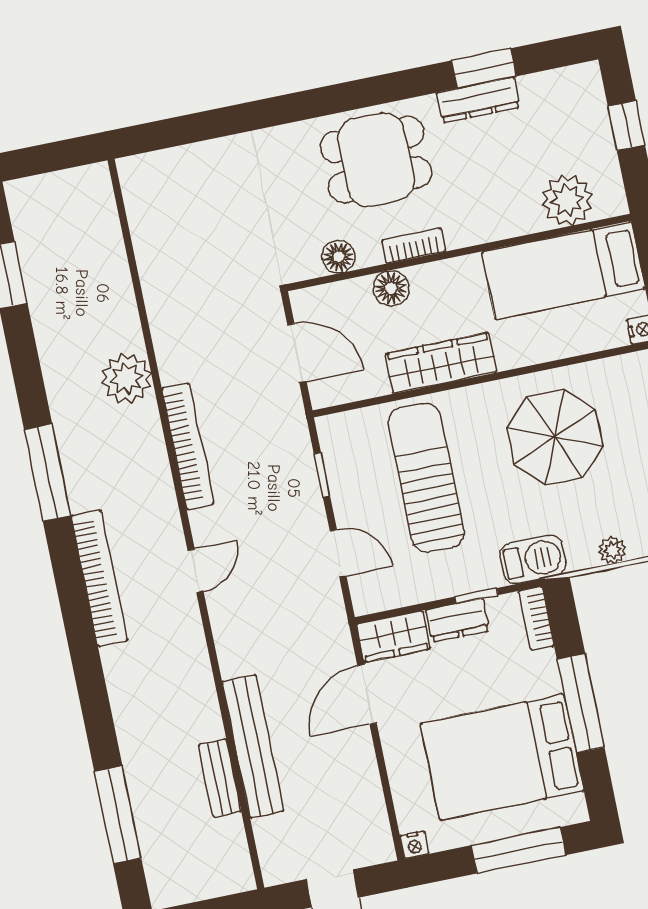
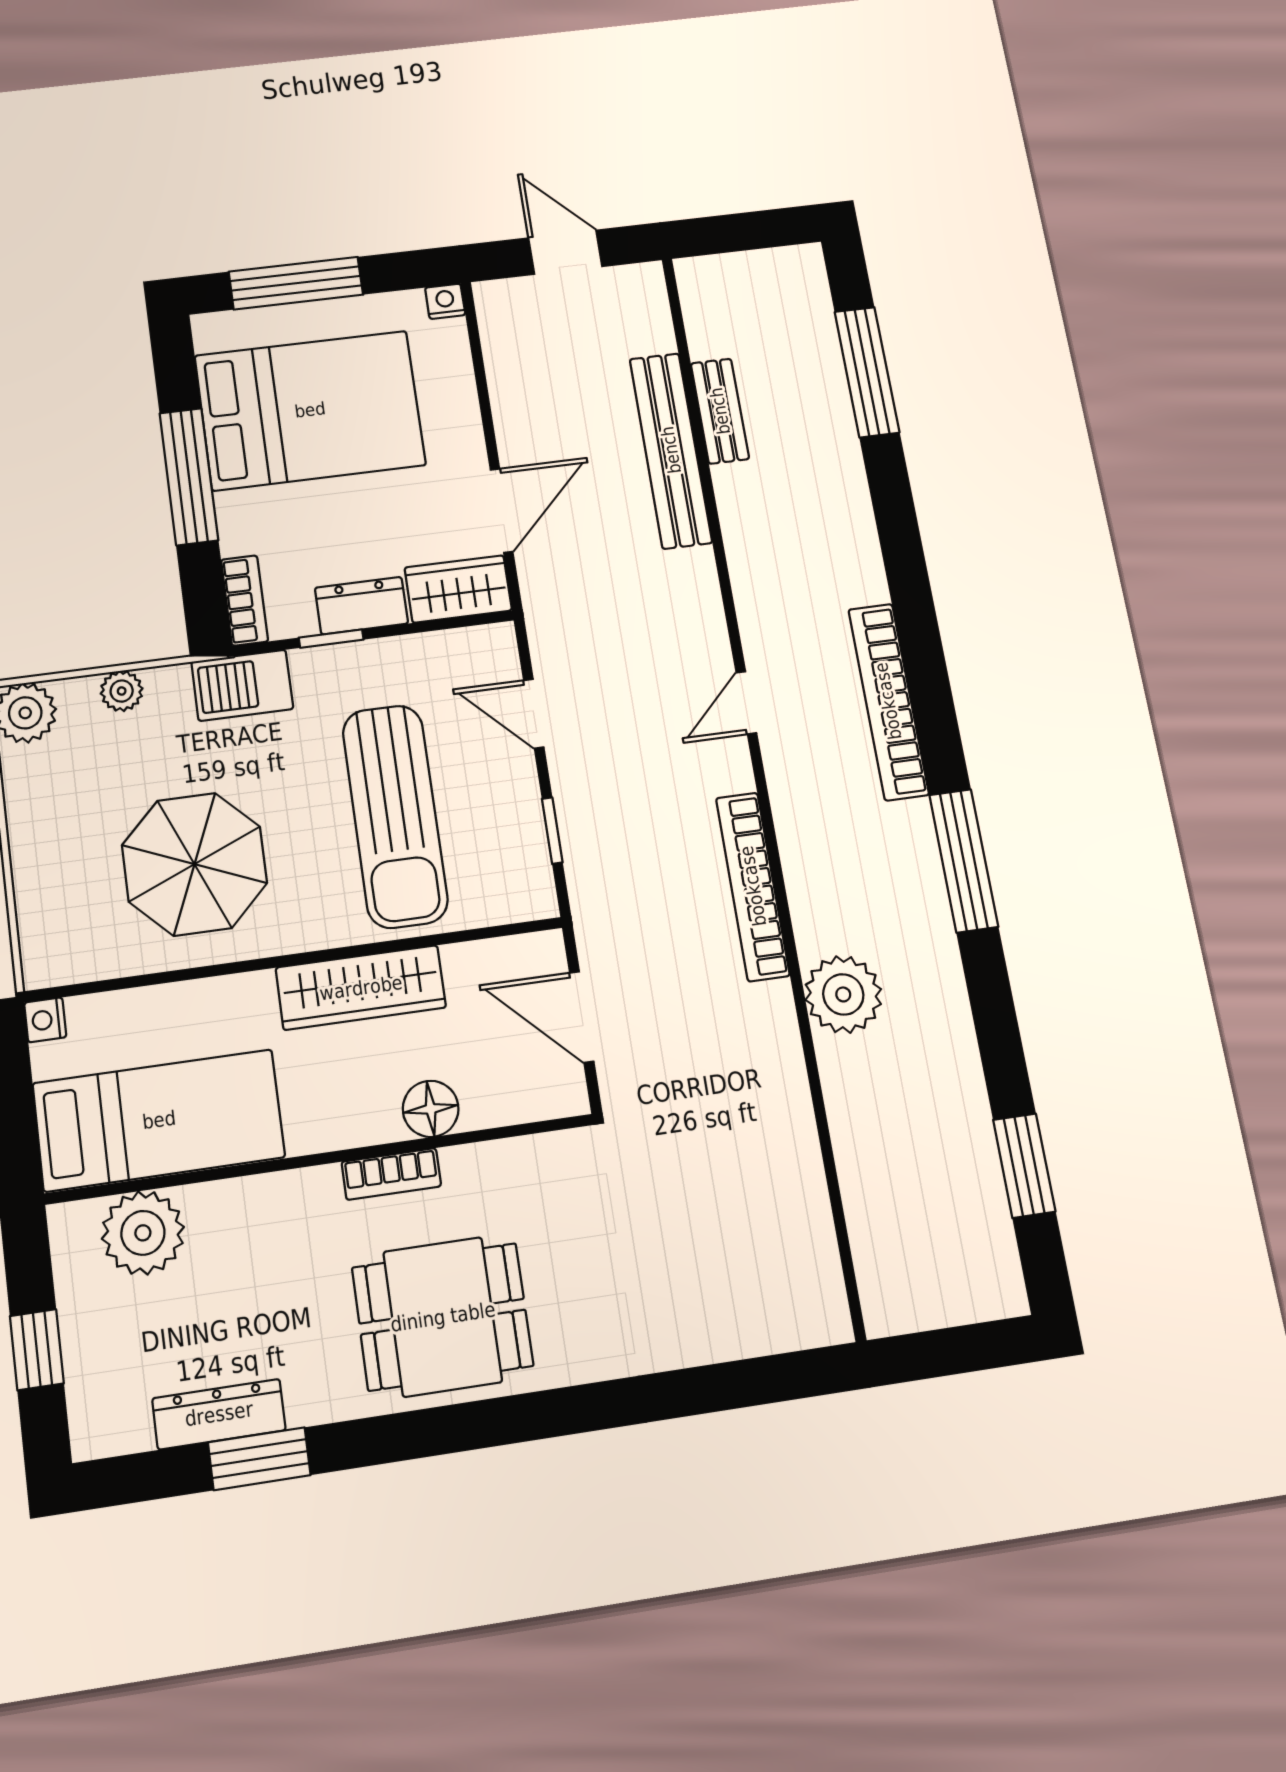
dresser: (478, 100) -> (219, 1414), moved
floor lamp: (339, 257) -> (510, 1163), removed

